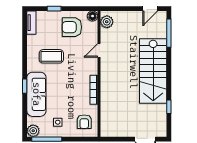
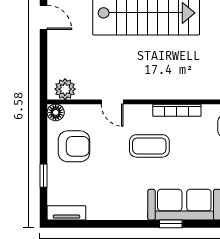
armchair: (72, 27) -> (74, 146), turned -90
coffee table: (51, 56) -> (149, 146), moved, turned 90

